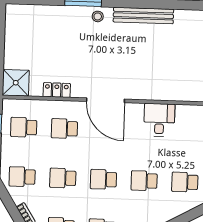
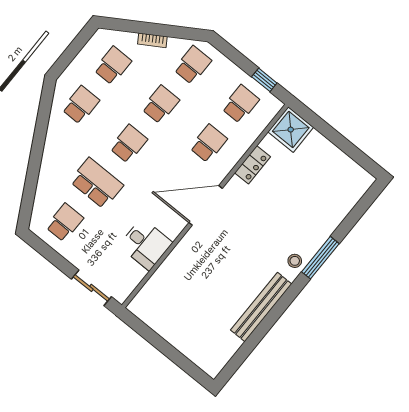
school desk: (144, 181) -> (97, 183), width x1.85

